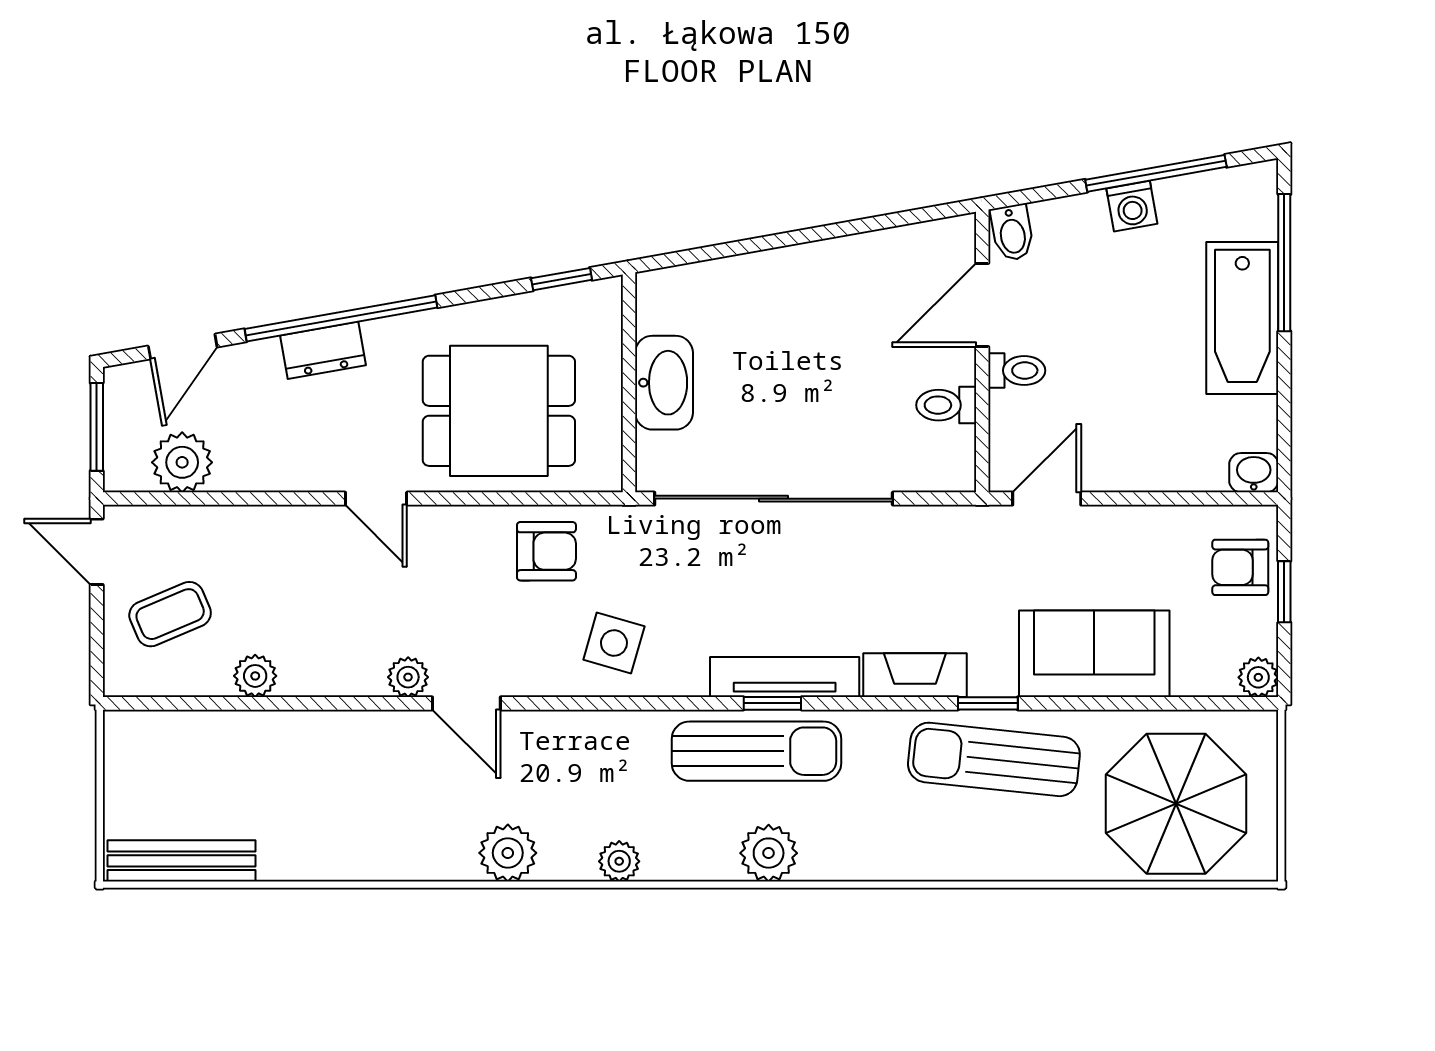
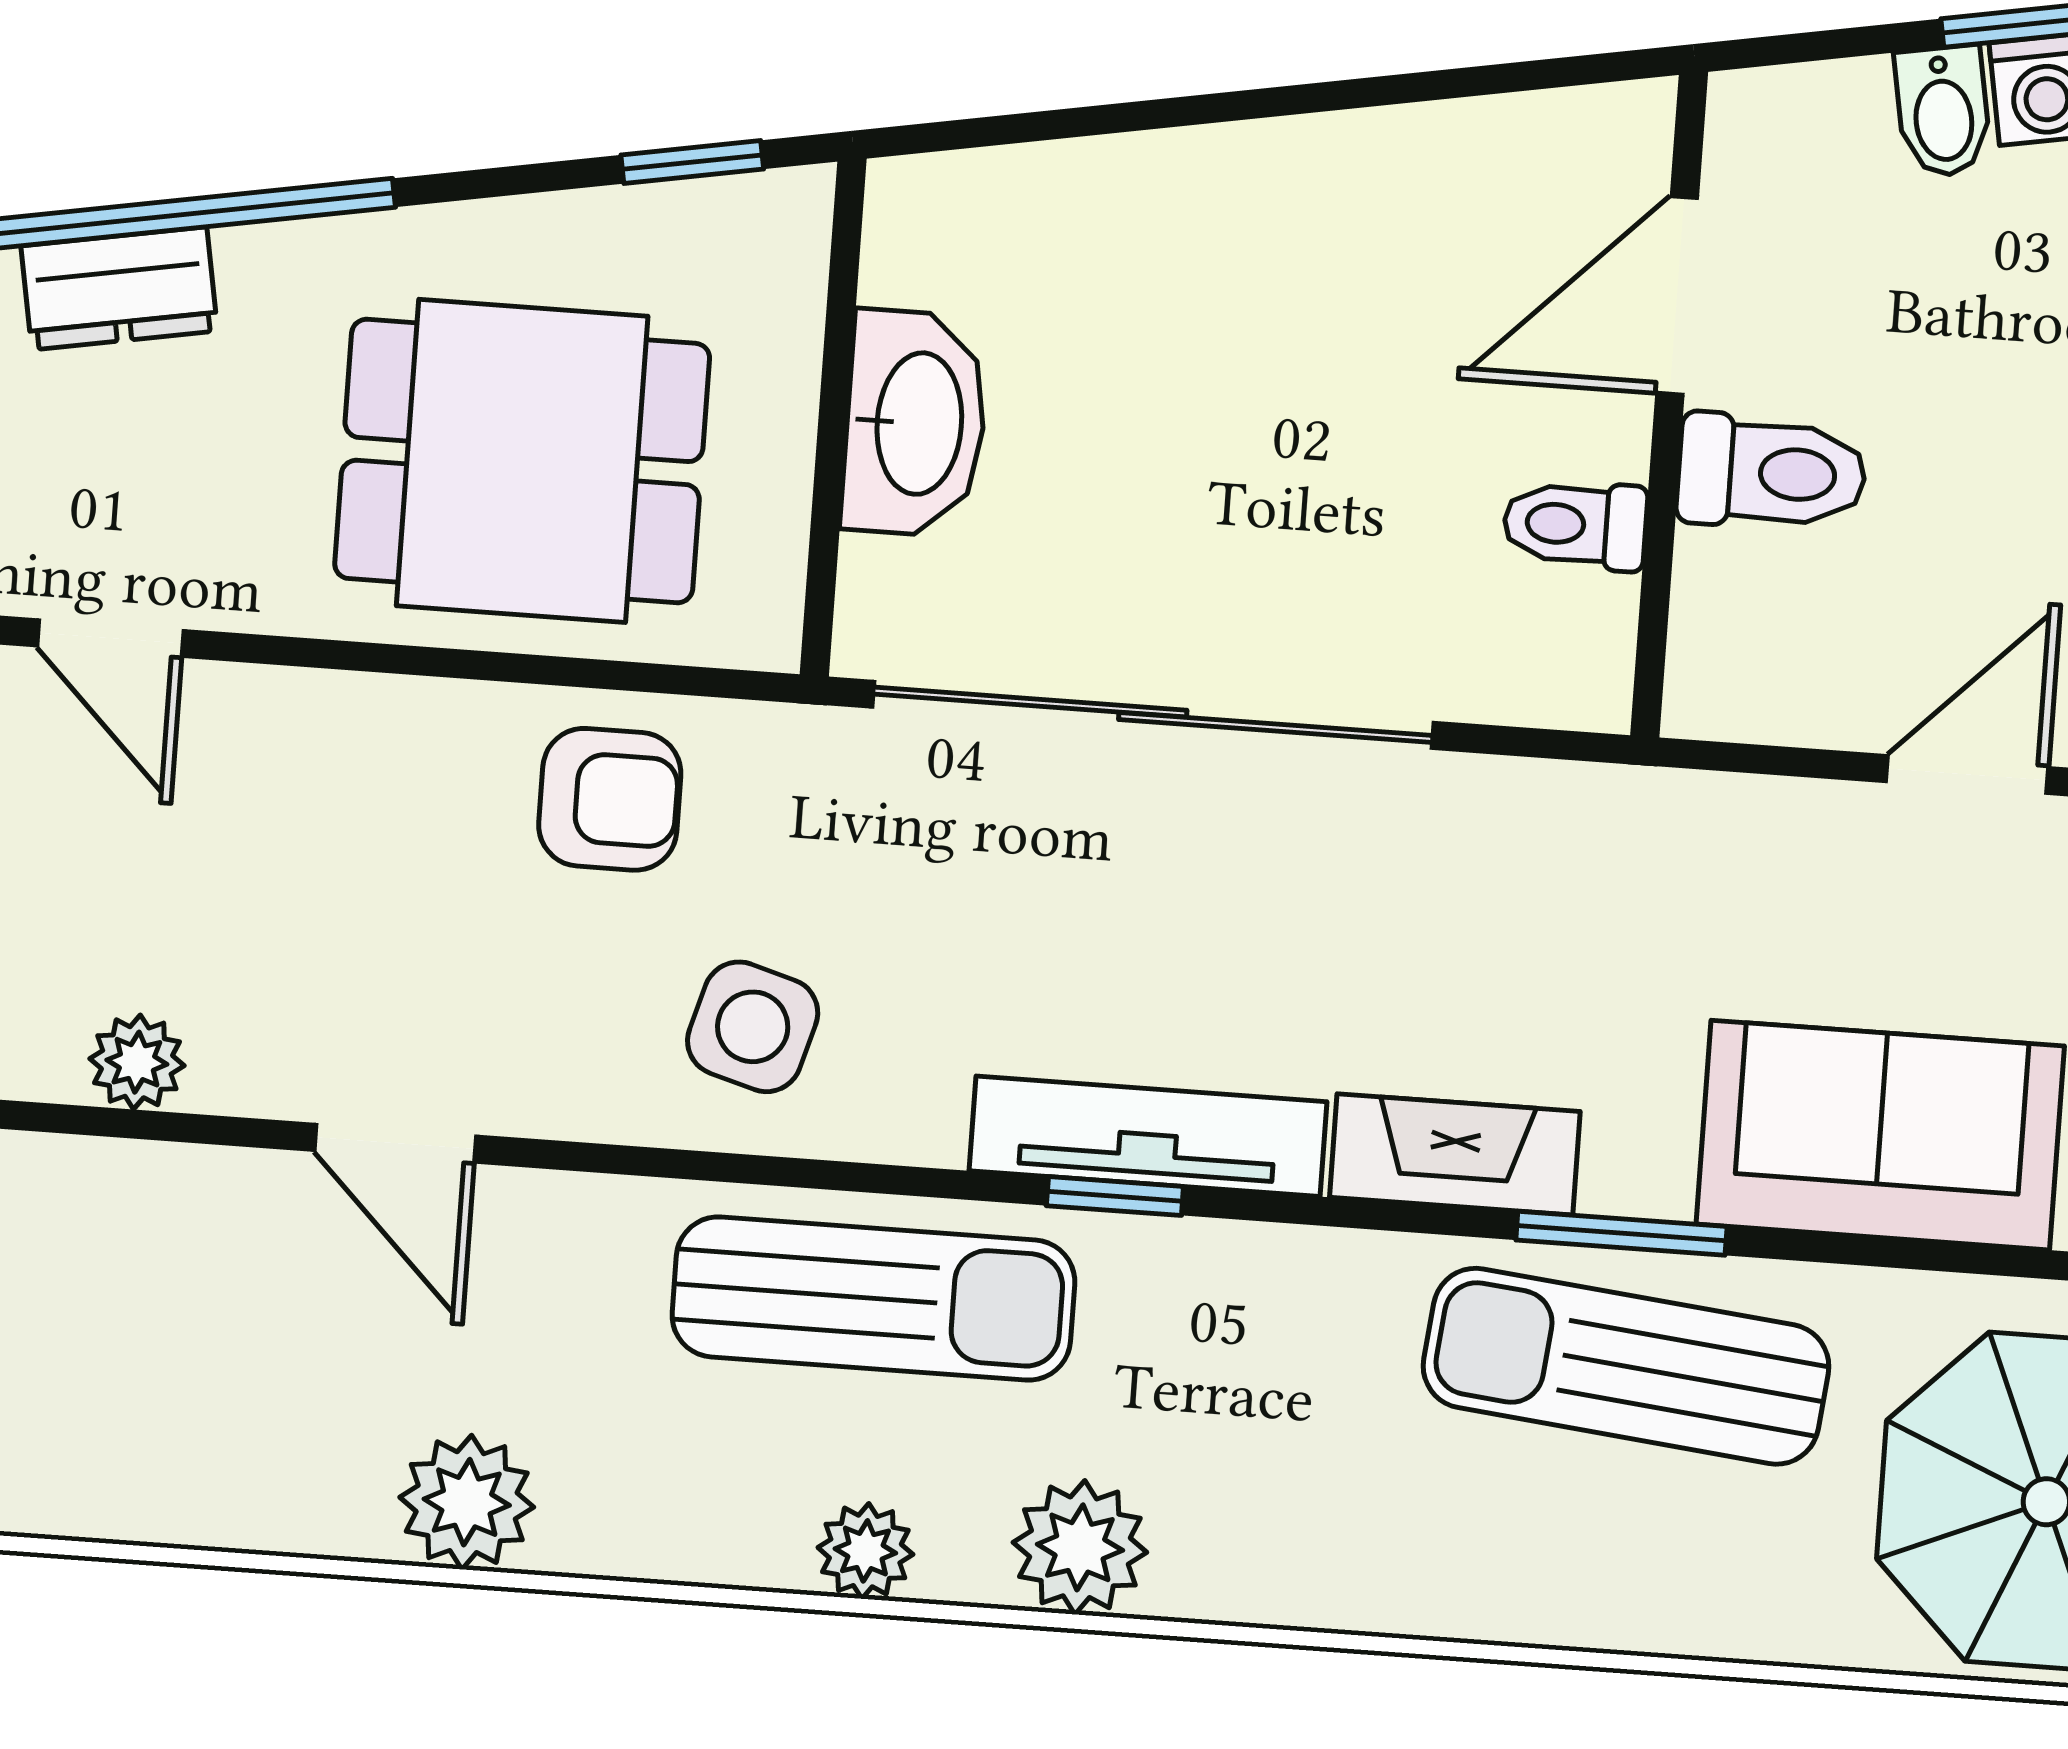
bidet: (1012, 233) -> (1943, 111), moved
toilet: (1017, 370) -> (1772, 473), width x1.37, depth x1.39
door: (376, 499) -> (110, 638), moved
door: (1047, 499) -> (1967, 775), moved
plant: (408, 677) -> (137, 1062), moved
window: (988, 703) -> (1621, 1233), width x1.50
sun lounger: (756, 751) -> (873, 1299), moved
plant: (619, 861) -> (865, 1551), moved

